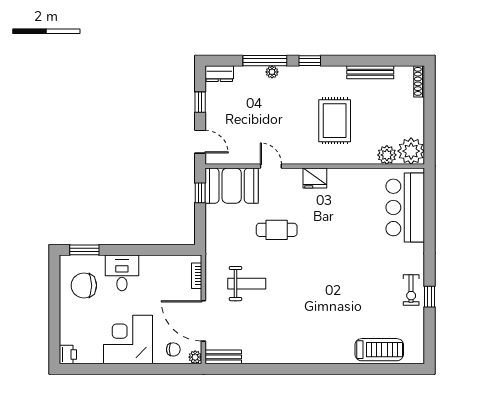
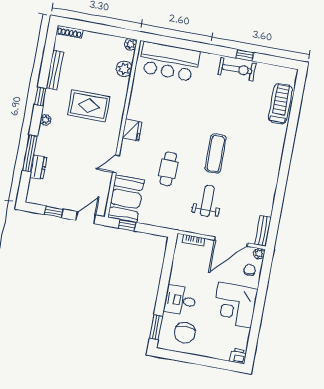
window: (310, 61) -> (40, 96), moved
plant: (272, 72) -> (45, 120), moved
dresser: (219, 74) -> (38, 167), moved
plant: (411, 151) -> (131, 44), width x0.53, depth x0.53
exercise mat: (305, 283) -> (216, 153), added
exercise bike: (411, 290) -> (237, 69), width x1.38, depth x1.39

